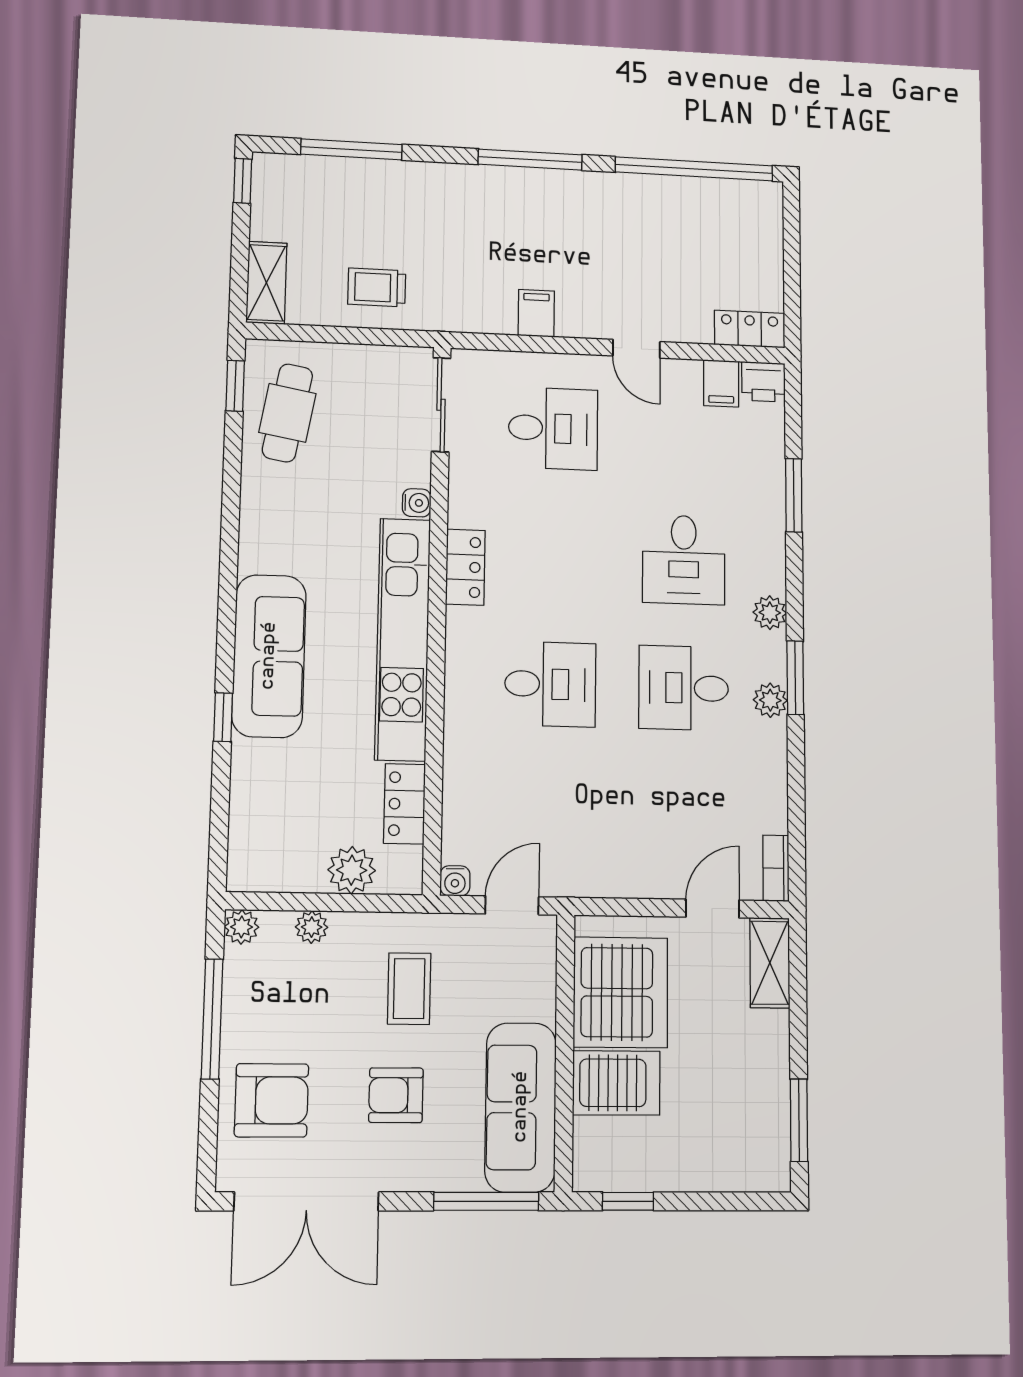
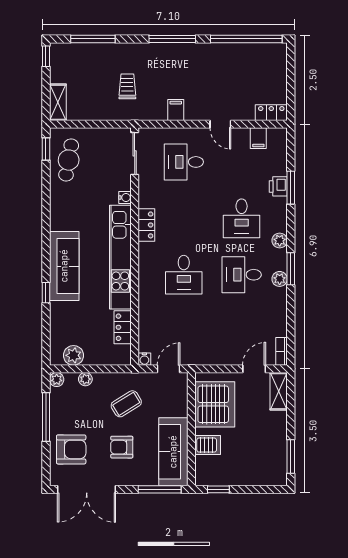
trolley: (377, 287) -> (127, 86), moved, turned 90
printer: (763, 382) -> (278, 186), moved, turned 90
desk: (553, 428) -> (184, 162), turned 180
desk: (550, 684) -> (184, 275), turned 90
plant: (352, 870) -> (73, 355), moved
coffee table: (409, 989) -> (126, 404), turned 58
server rack: (616, 1083) -> (208, 445), width x0.73, depth x0.70

